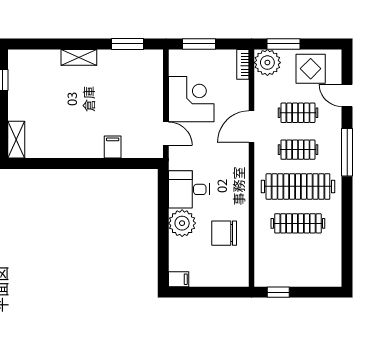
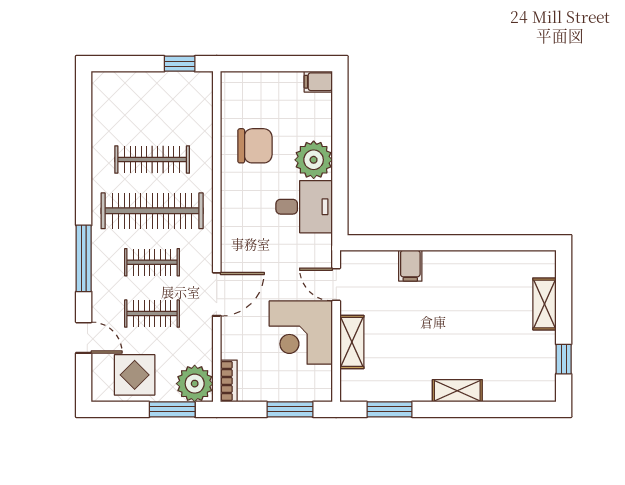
shelving: (155, 92) -> (352, 342), added
shelving: (16, 140) -> (545, 304), moved

